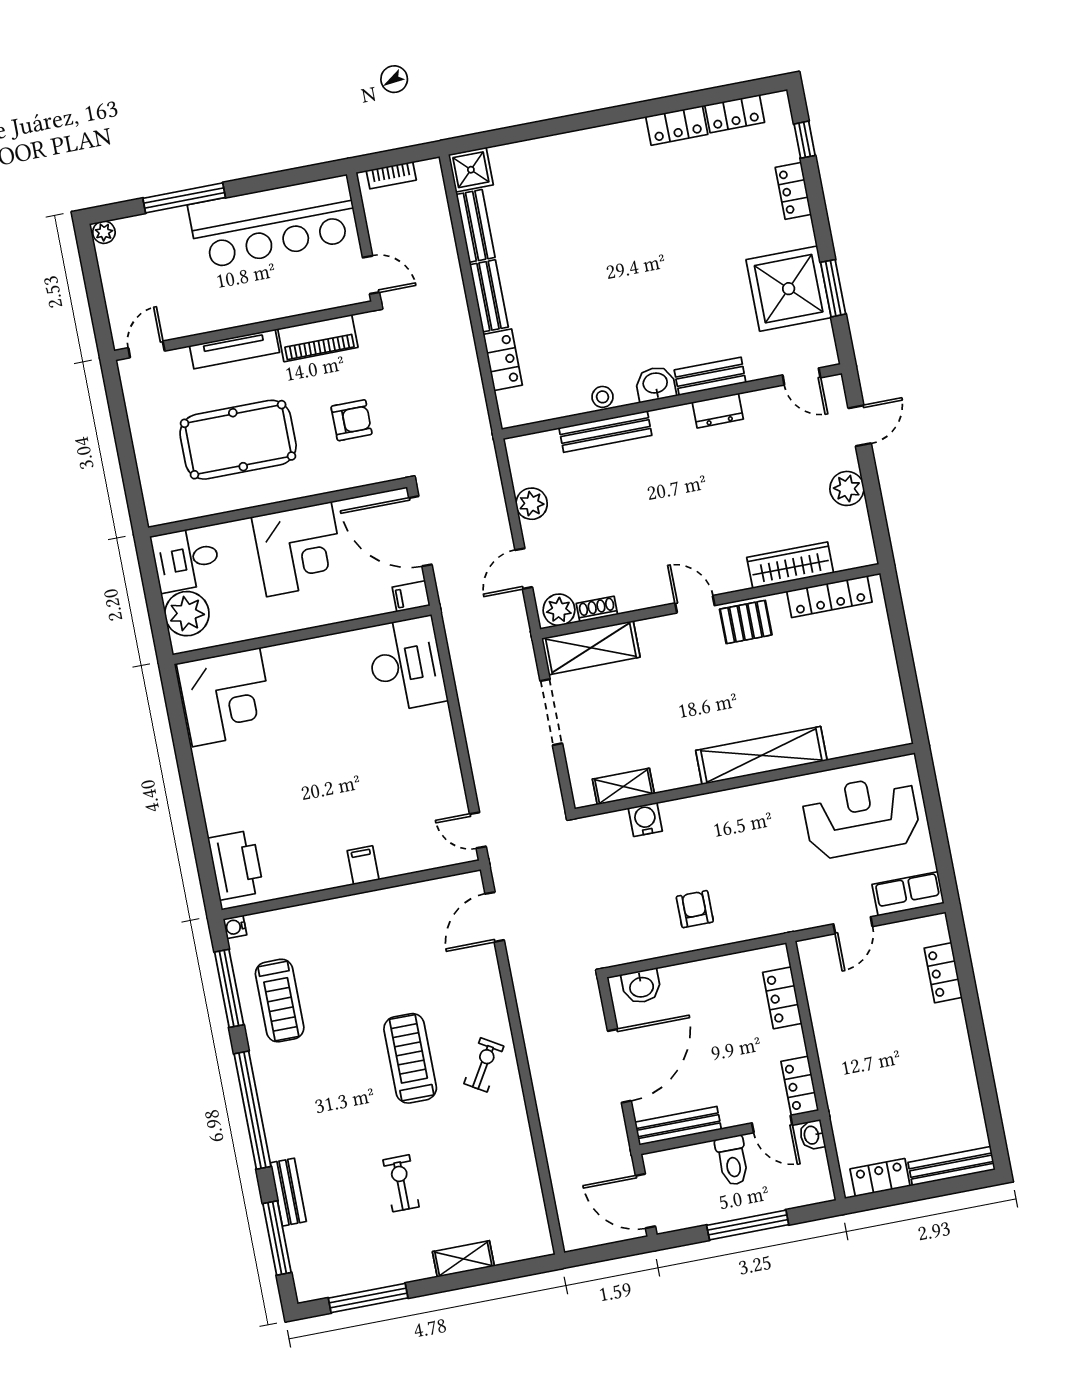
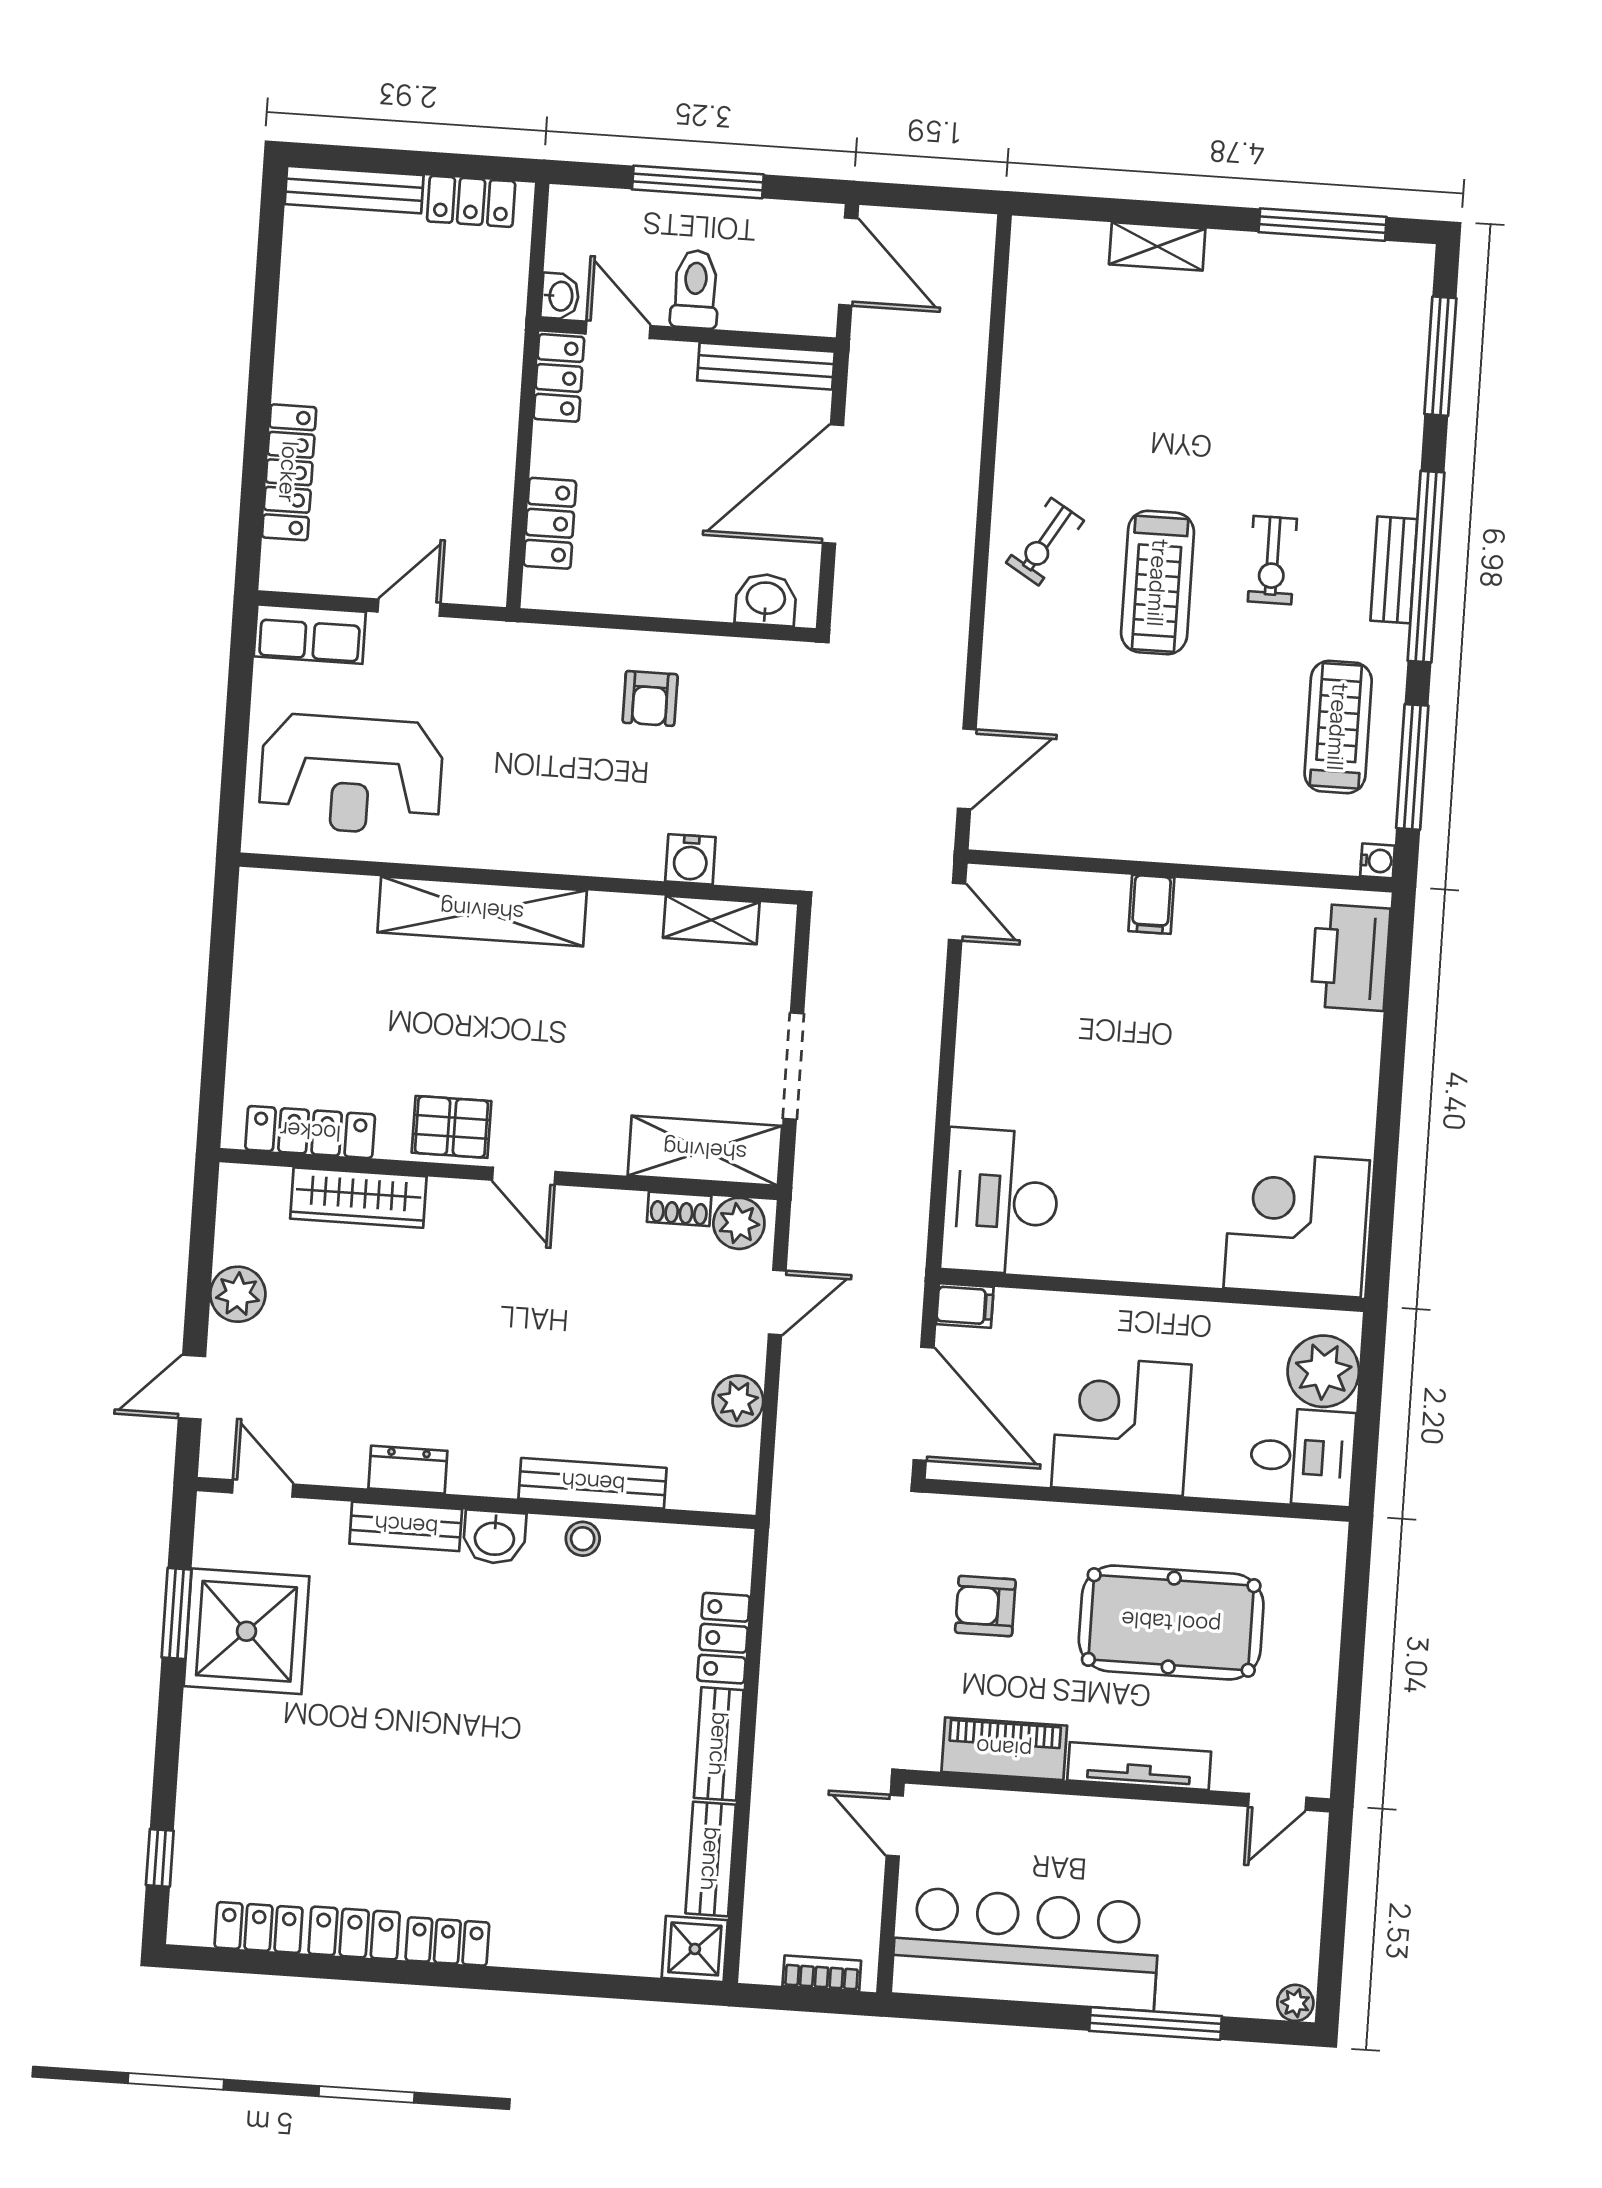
locker: (793, 191) -> (447, 1941), moved, turned -90
locker: (943, 973) -> (289, 472), width x1.53
exercise bike: (401, 1183) -> (1272, 560), moved
bench: (288, 1192) -> (1394, 570), moved

